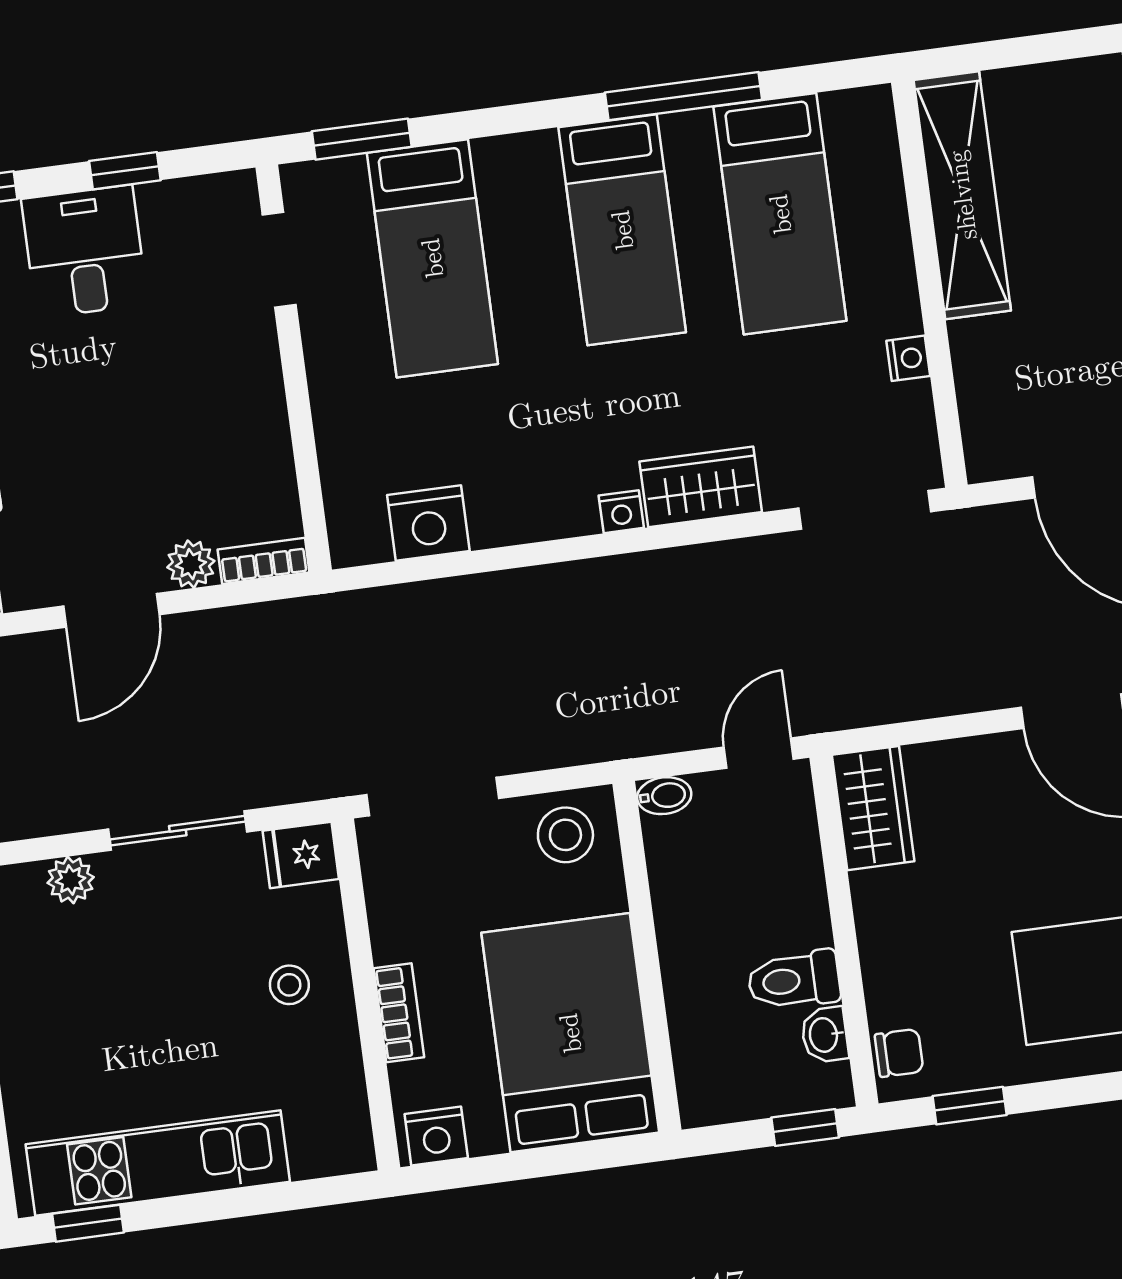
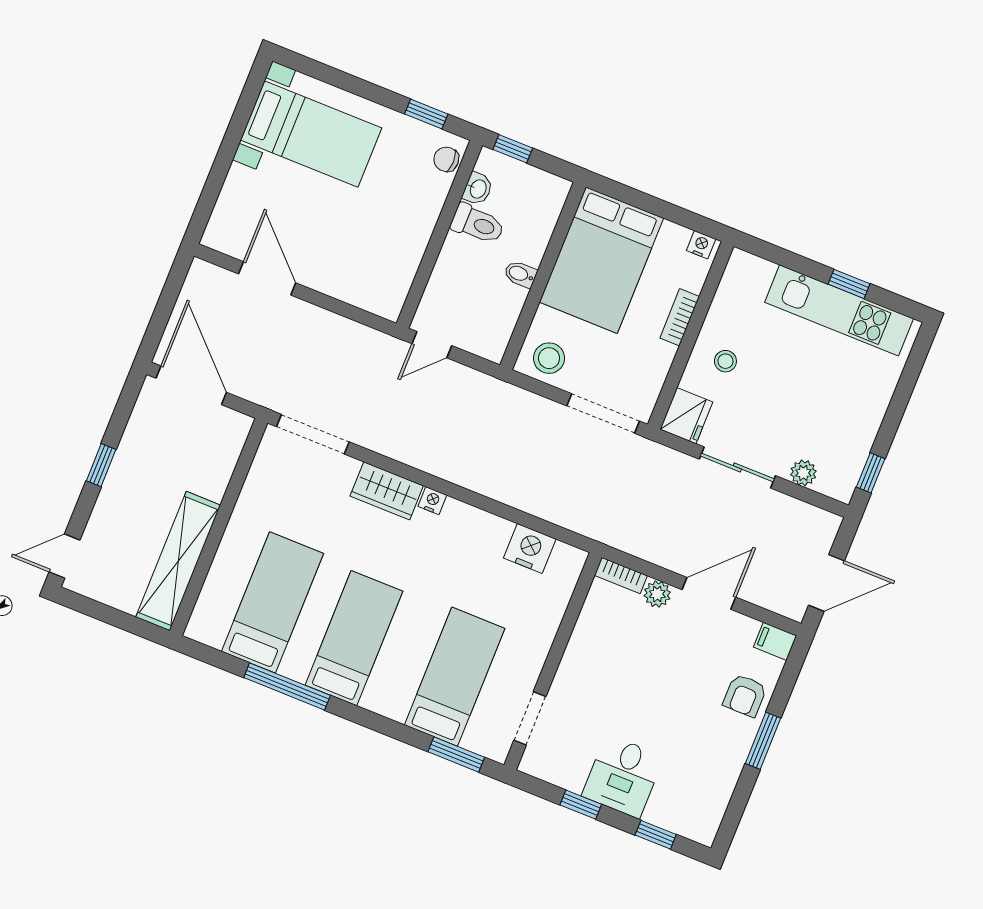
nightstand: (908, 358) -> (250, 496), removed
bidet: (664, 796) -> (520, 274), moved
wardrobe: (873, 808) -> (391, 286), removed
fridge: (301, 855) -> (686, 416), width x1.38
nightstand: (436, 1136) -> (701, 245), width x0.72, depth x0.74
window: (88, 1223) -> (849, 284), moved

